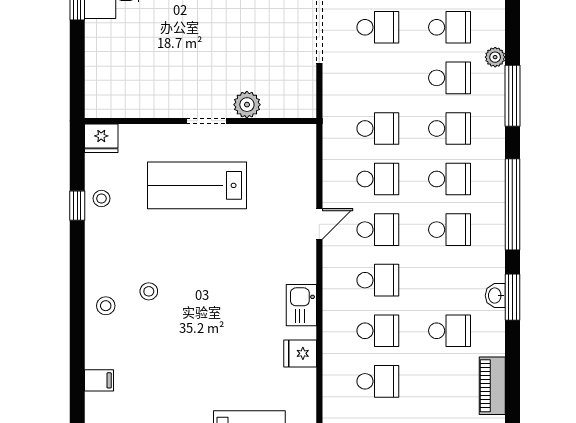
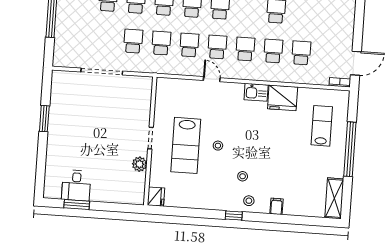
school desk: (378, 27) -> (133, 41), moved
plant: (247, 105) -> (139, 164), moved
stool: (101, 198) -> (218, 146), moved
window: (77, 206) -> (234, 215), moved
fridge: (300, 353) -> (283, 98), width x1.88, depth x1.34
filing cabinet: (99, 380) -> (276, 206), moved

